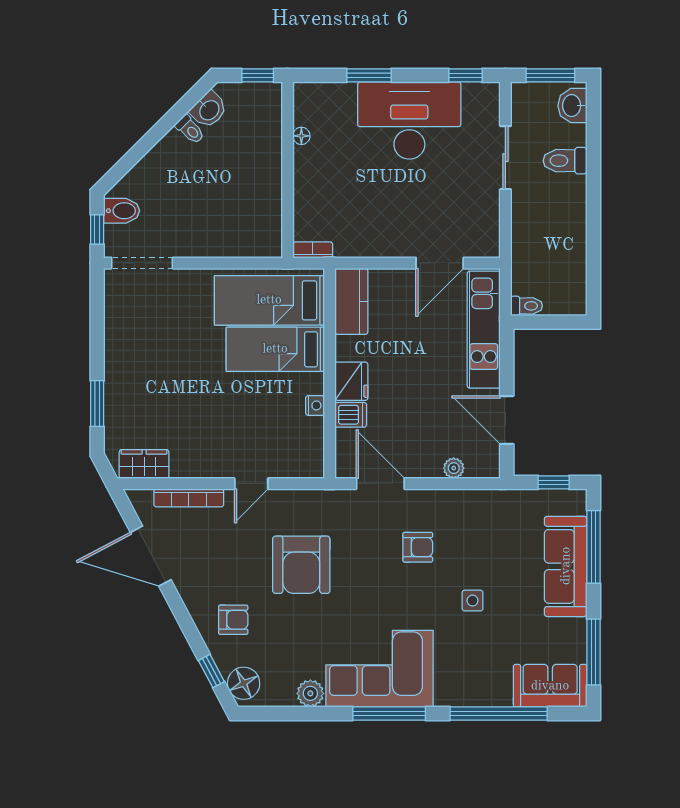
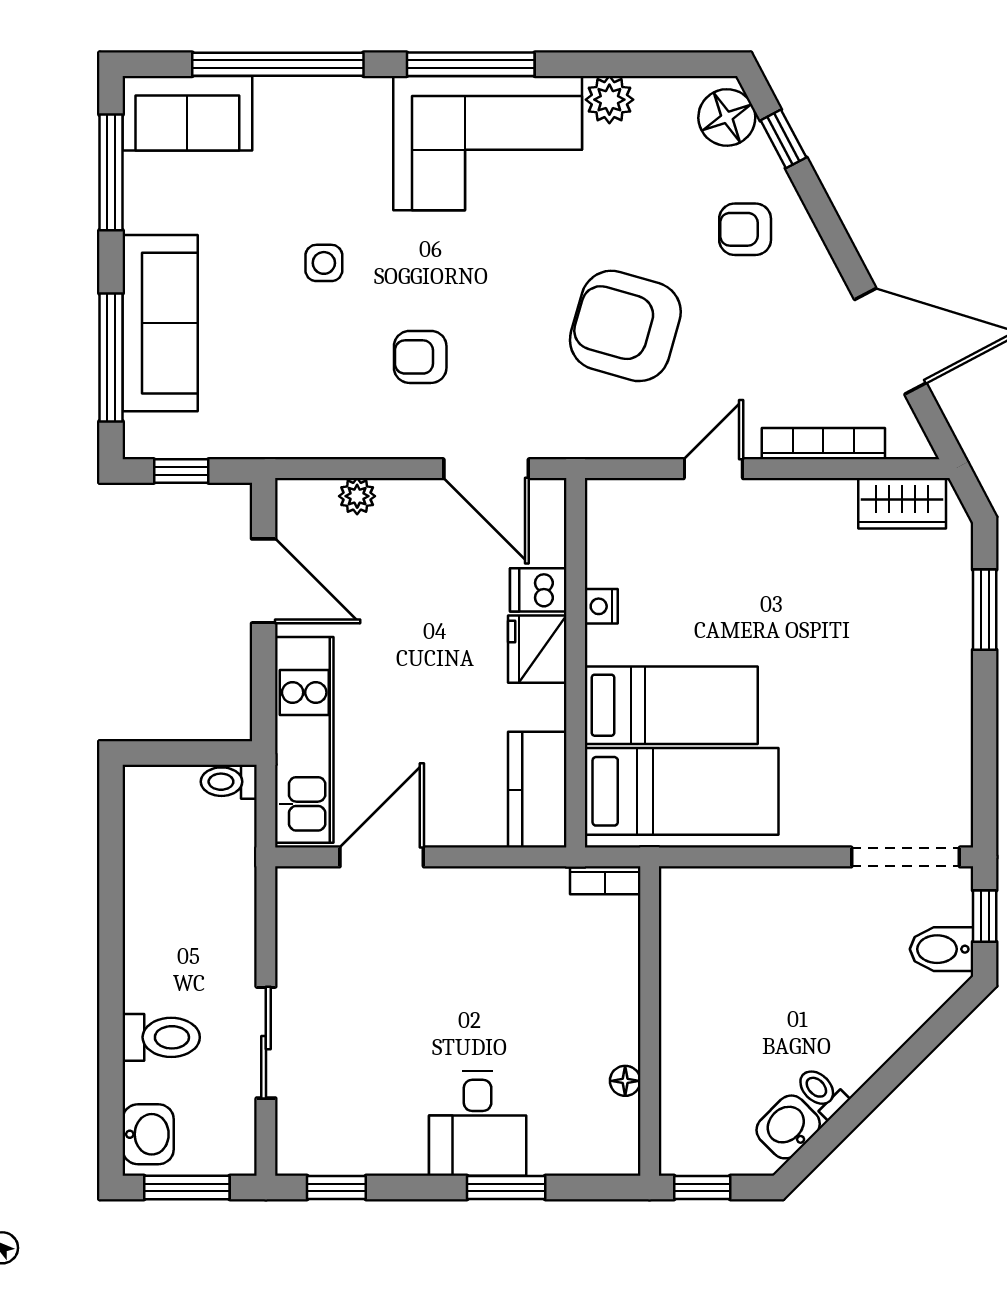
desk: (409, 121) -> (478, 1124), width x0.53, depth x0.77
armchair: (301, 565) -> (625, 326), turned -74

